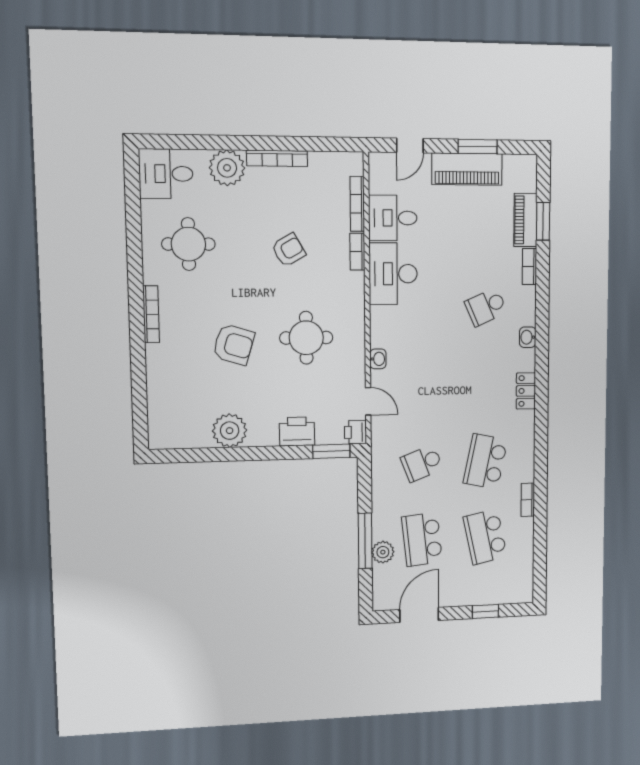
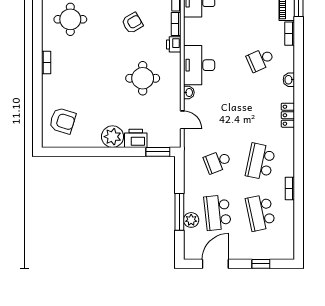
desk: (393, 274) -> (199, 65), moved
bookcase: (151, 314) -> (46, 63), width x0.64
armchair: (234, 344) -> (63, 121), moved
plant: (230, 431) -> (113, 137), moved
printer: (355, 432) -> (174, 44), moved

